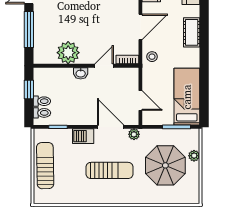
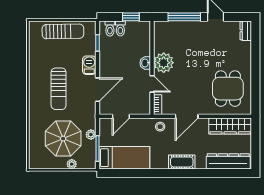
door: (140, 27) -> (187, 116), hinge flipped
plant: (68, 53) -> (164, 63), moved
plant: (134, 134) -> (91, 135), moved

